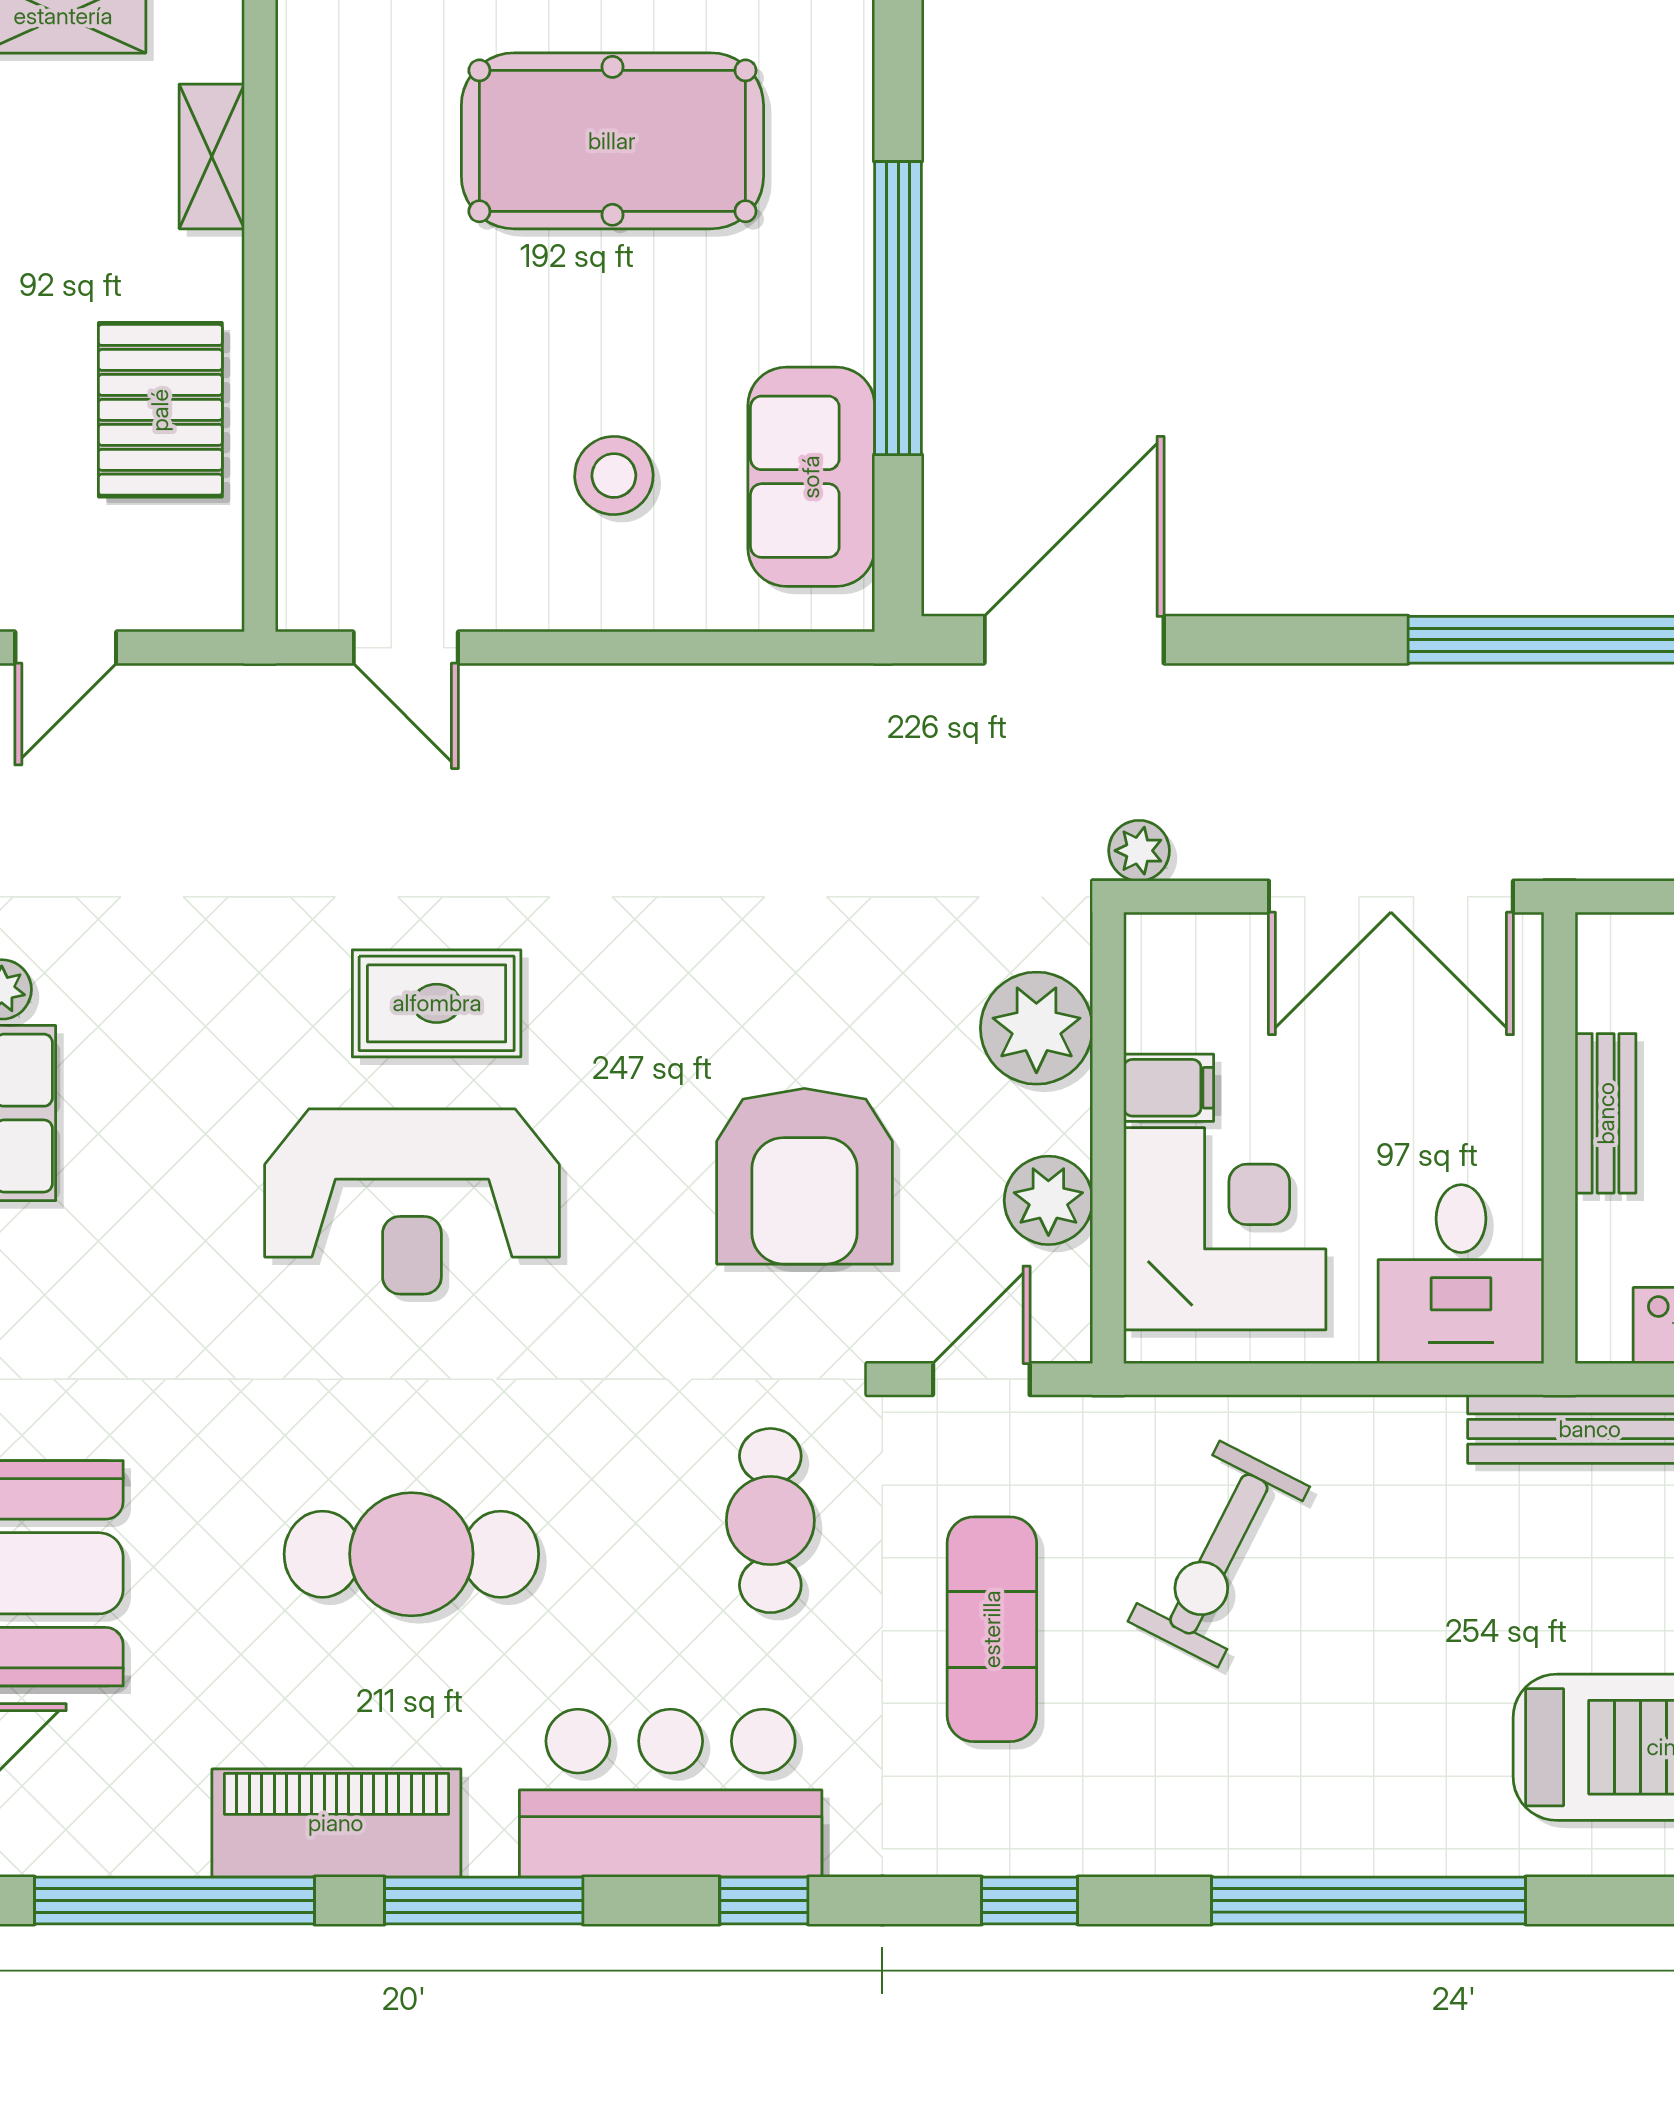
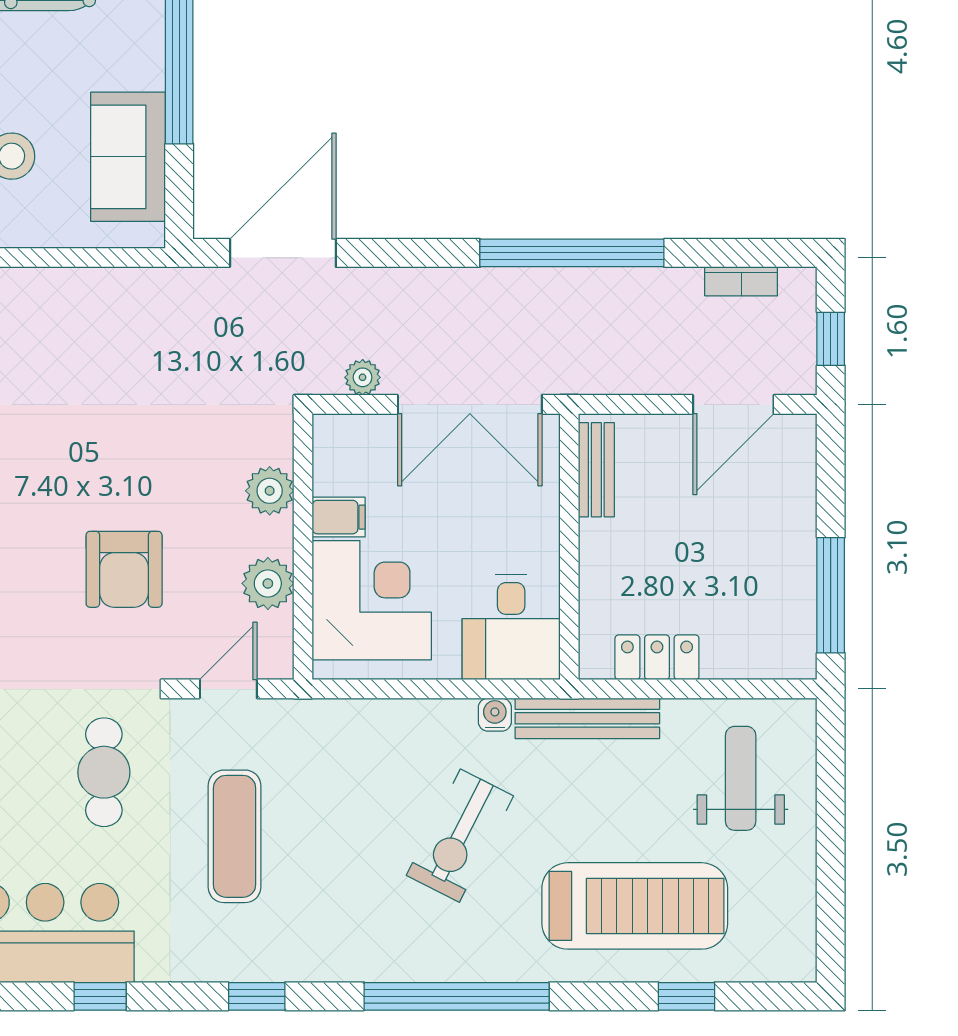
plant: (1139, 851) -> (363, 377), moved
plant: (1036, 1028) -> (270, 491), width x0.73, depth x0.73
bench: (1606, 1113) -> (596, 470), moved
armchair: (804, 1176) -> (124, 569), width x0.73, depth x0.73
water cooler: (1433, 1423) -> (495, 715), added
exercise bike: (1219, 1554) -> (460, 836), moved

